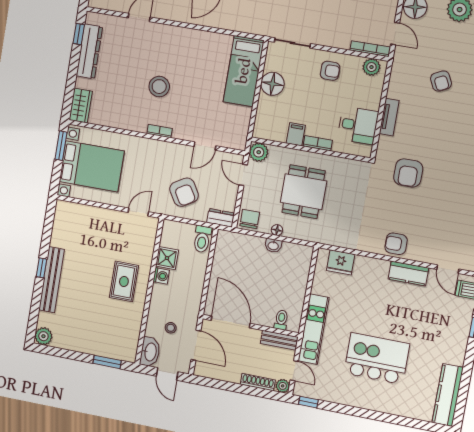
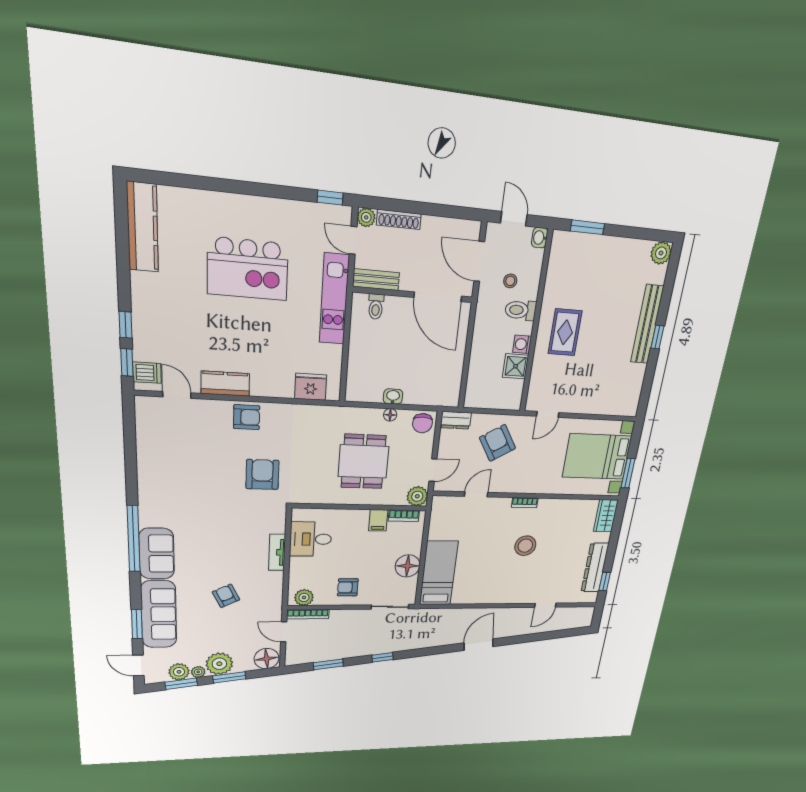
bookcase: (318, 143) -> (404, 516), moved
armchair: (408, 173) -> (262, 474), moved
door: (243, 175) -> (433, 470), hinge flipped
toilet: (202, 239) -> (521, 310), moved, turned -90
washbasin: (150, 352) -> (540, 238), width x0.52, depth x0.69

